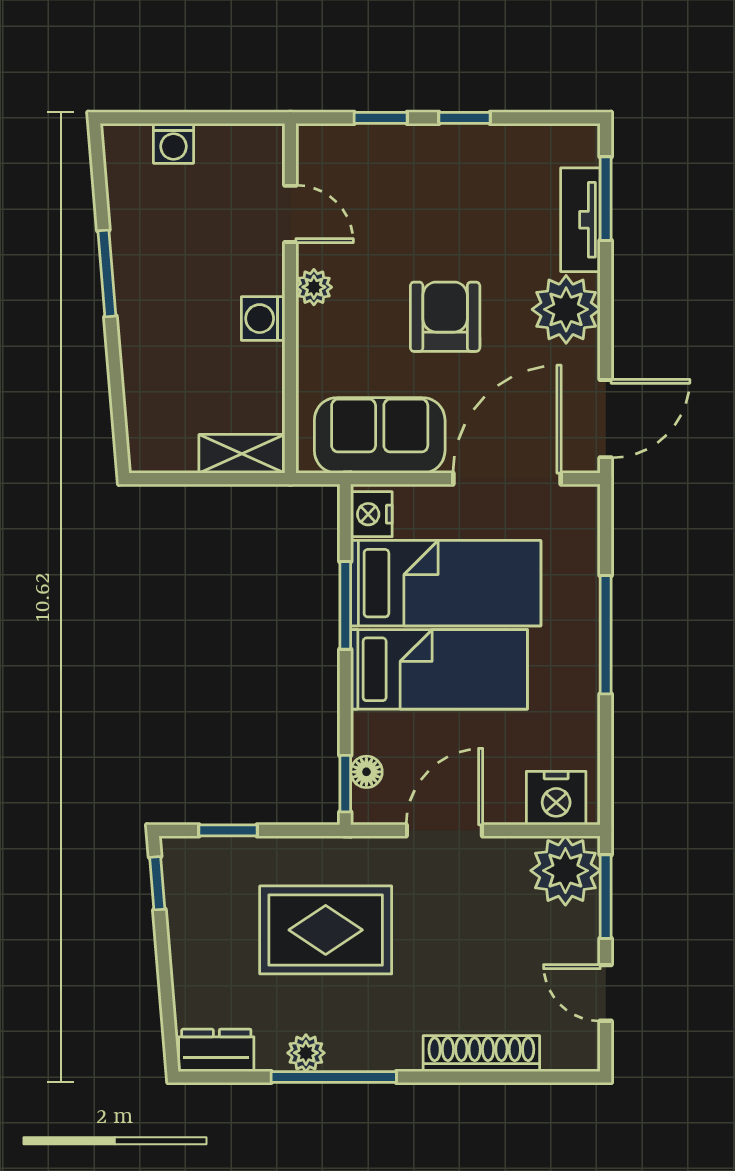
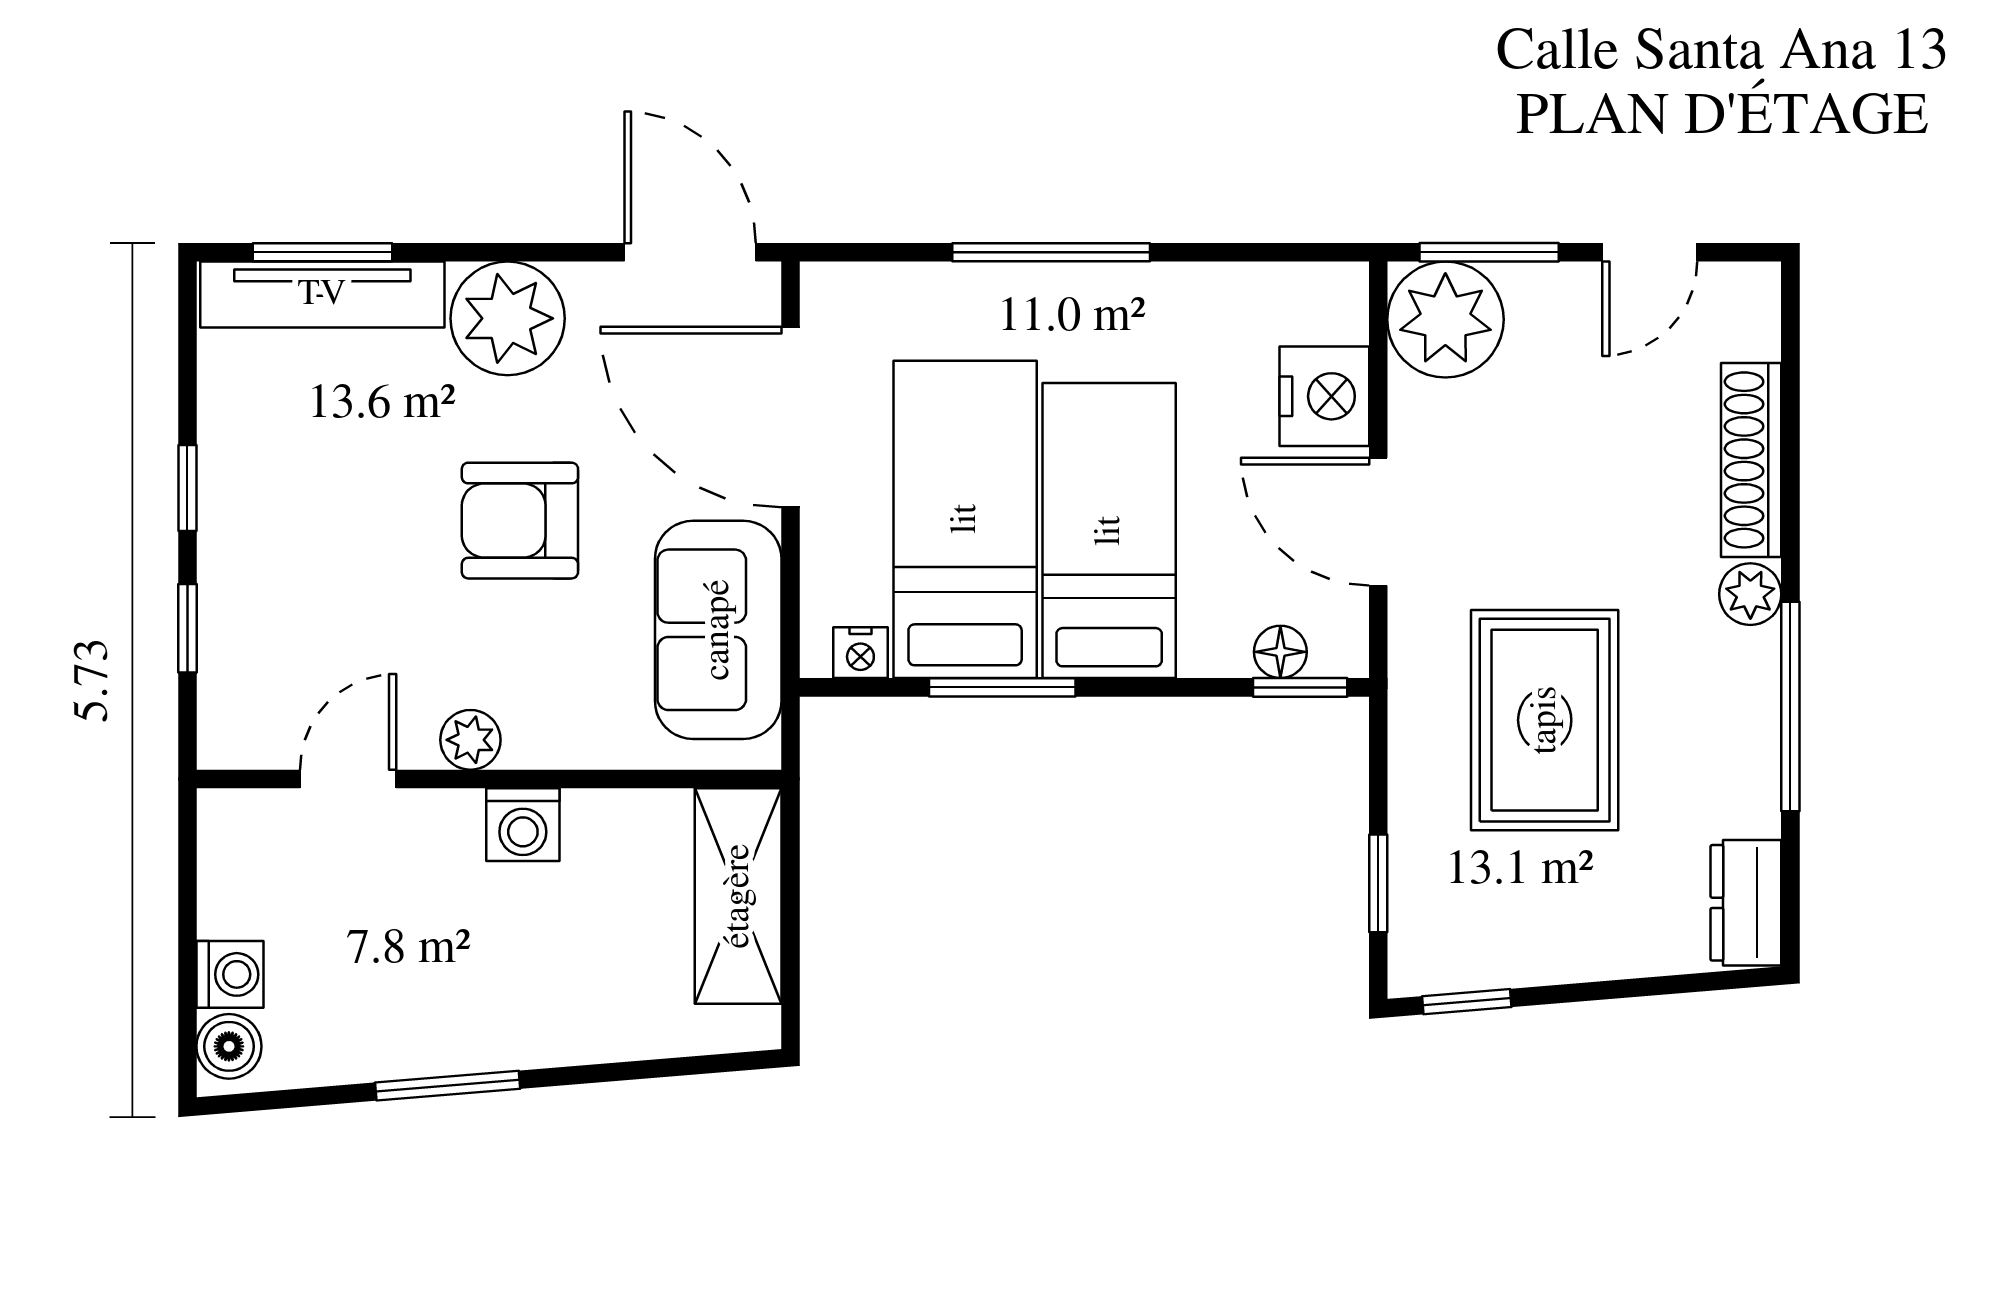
boiler: (130, 143) -> (229, 1046), added
tv unit: (580, 220) -> (322, 294), width x1.41
shelving: (242, 454) -> (738, 896), width x1.50, depth x1.33
nightstand: (371, 514) -> (860, 653), width x0.72, depth x0.74
nightstand: (556, 798) -> (1324, 396), moved
plant: (306, 1053) -> (1750, 594), moved

